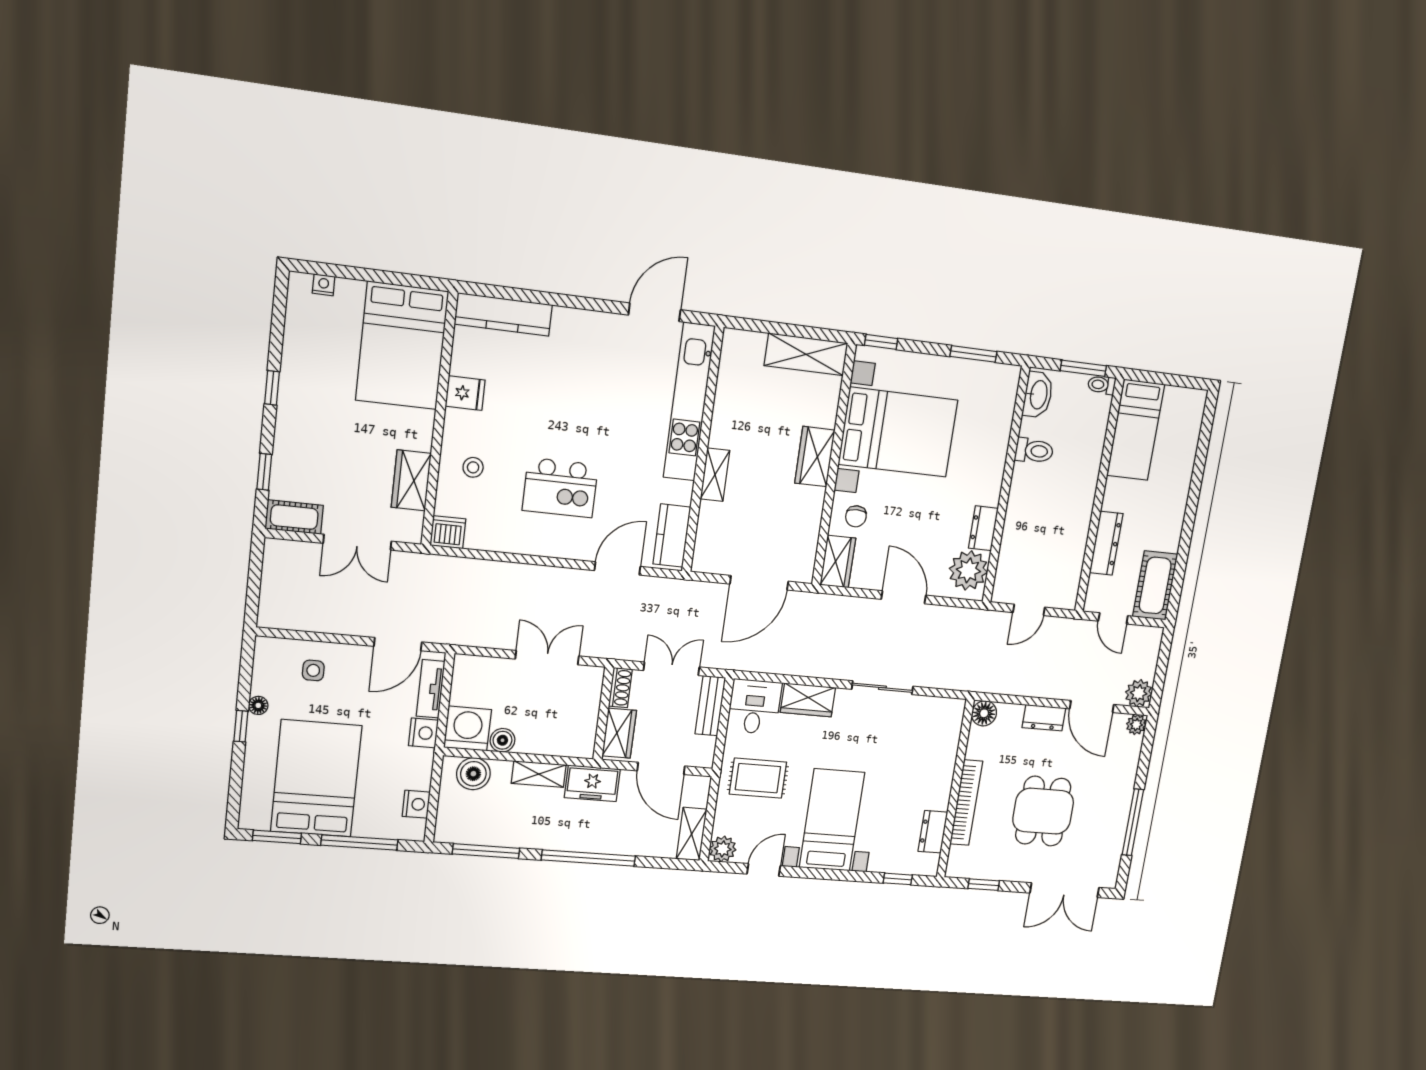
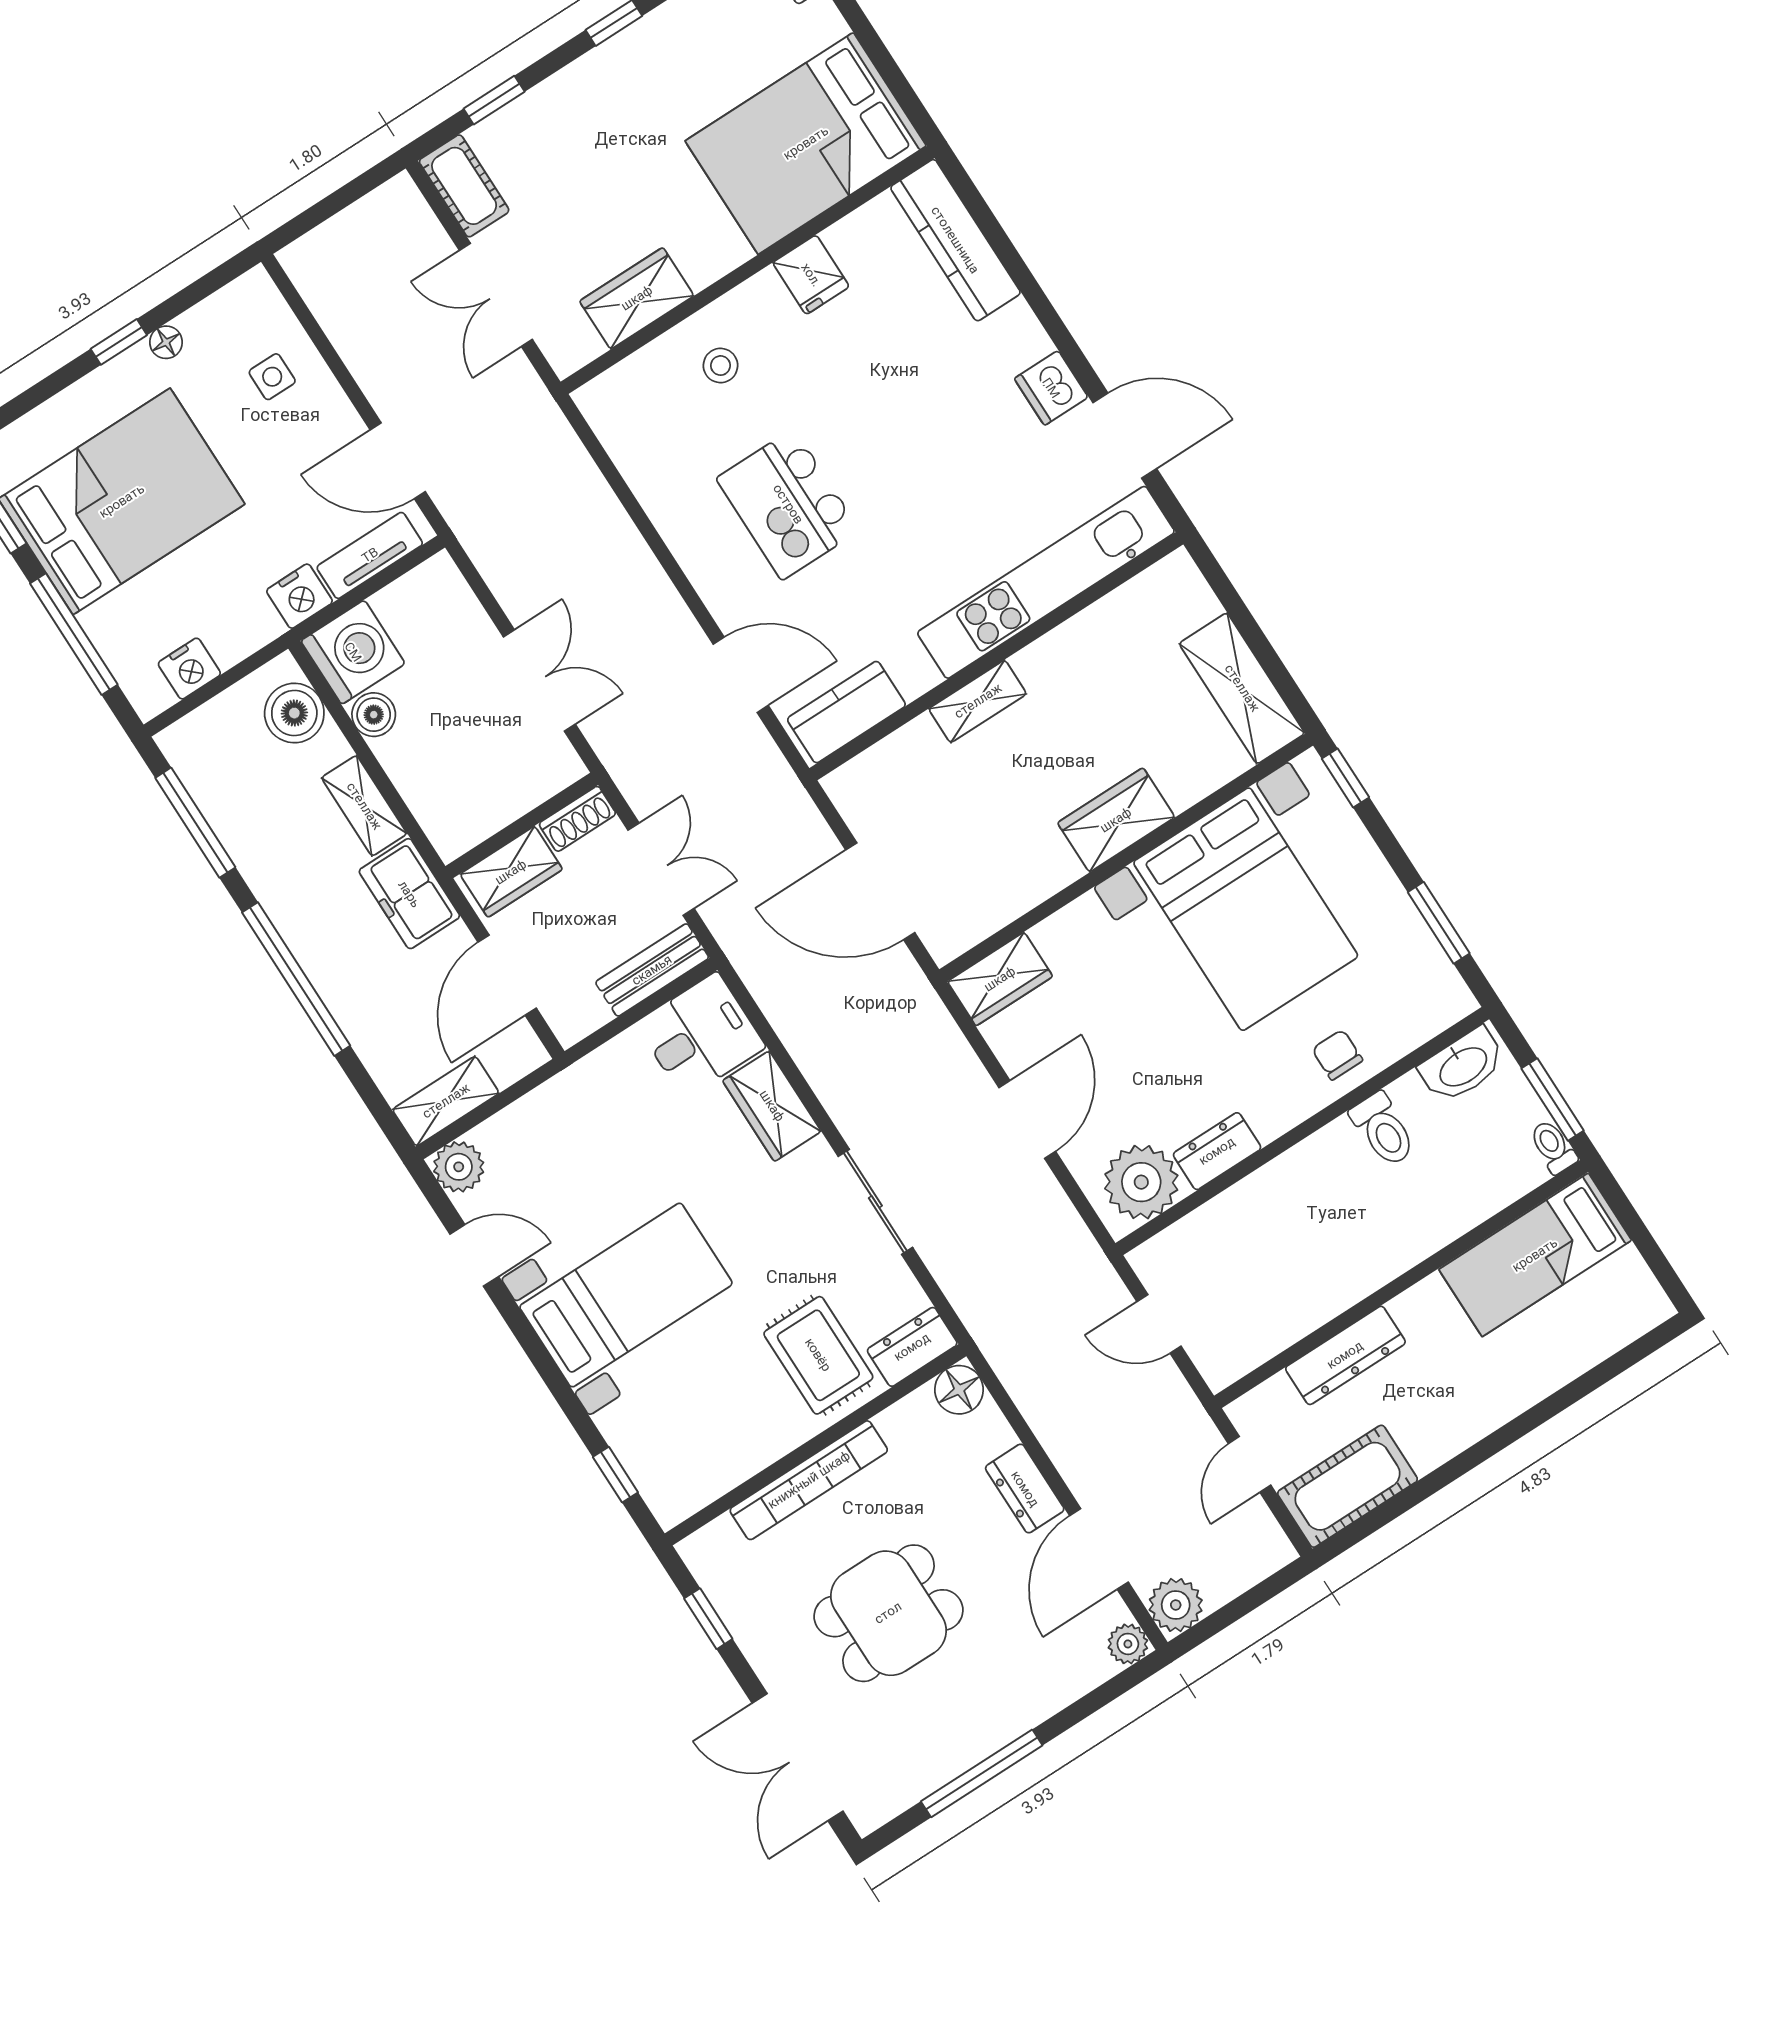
chair: (856, 516) -> (1337, 1055), moved, turned 90
dishwasher: (448, 532) -> (1051, 388), moved, turned 180
rug: (758, 778) -> (818, 1355), moved
dresser: (933, 832) -> (912, 1347), moved

